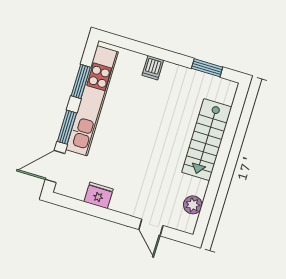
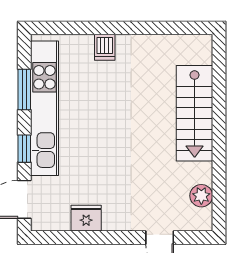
window: (207, 68) -> (169, 28), removed
window: (67, 127) -> (24, 149), width x0.67

